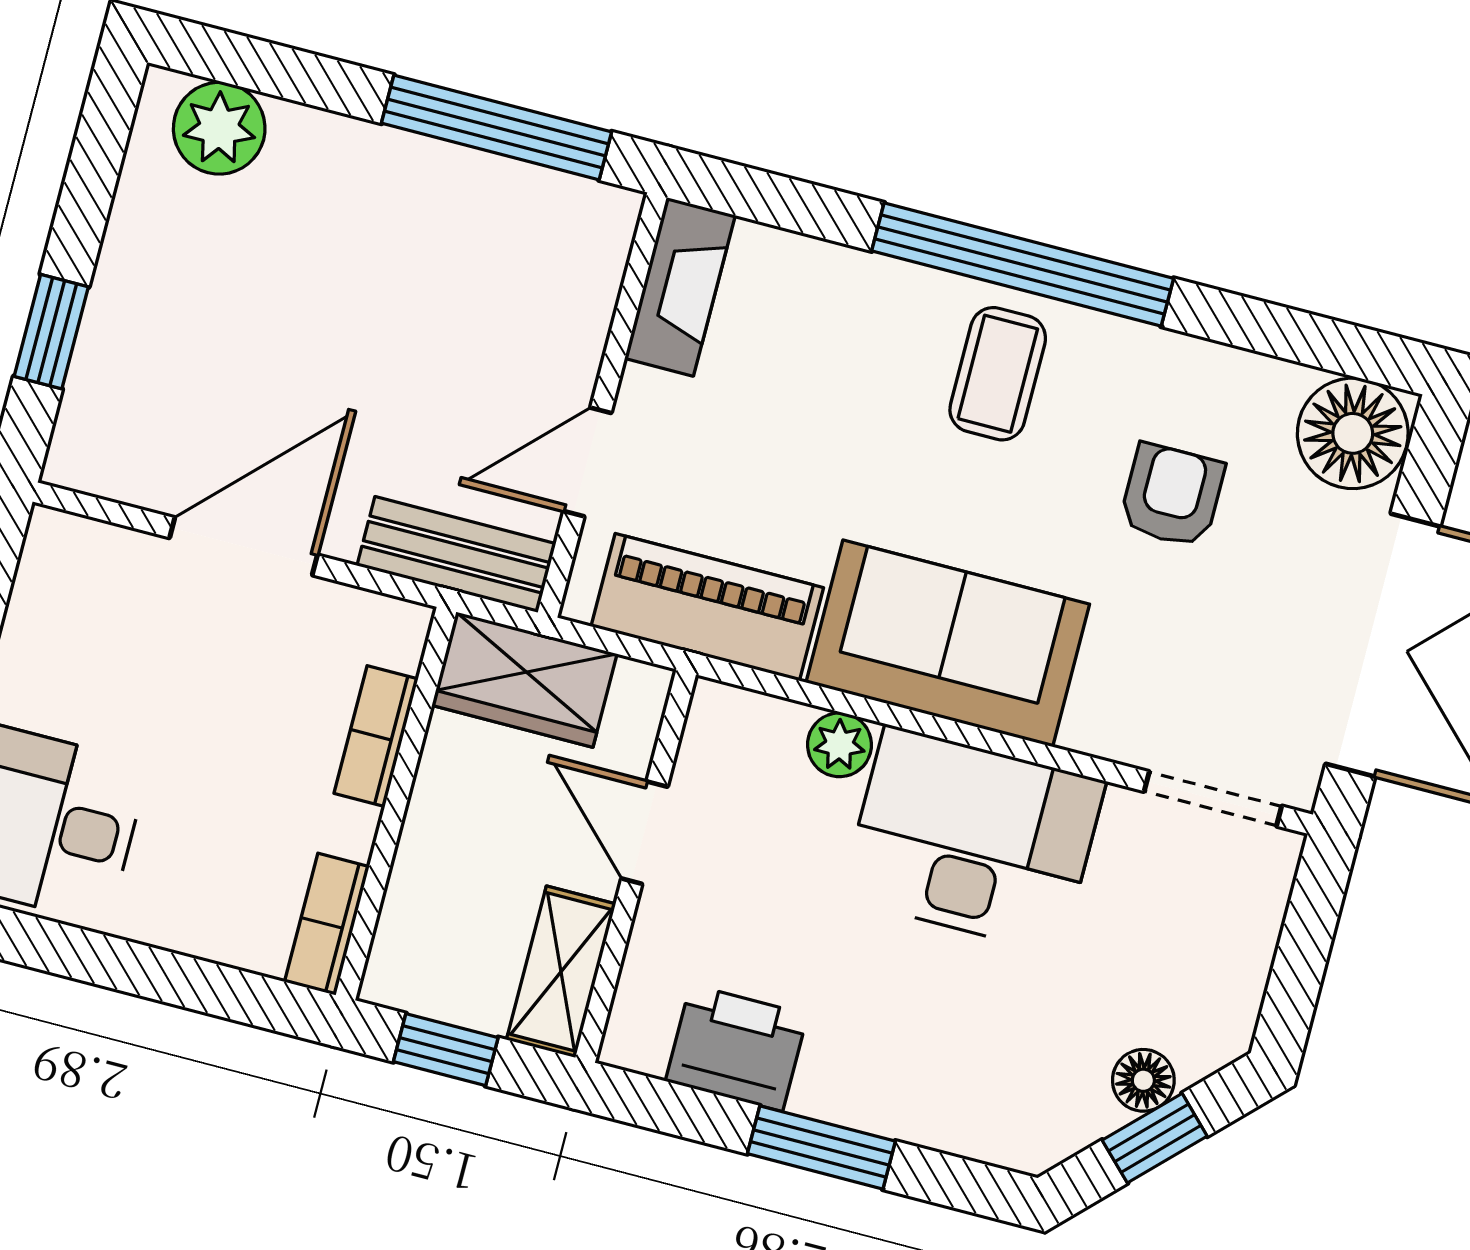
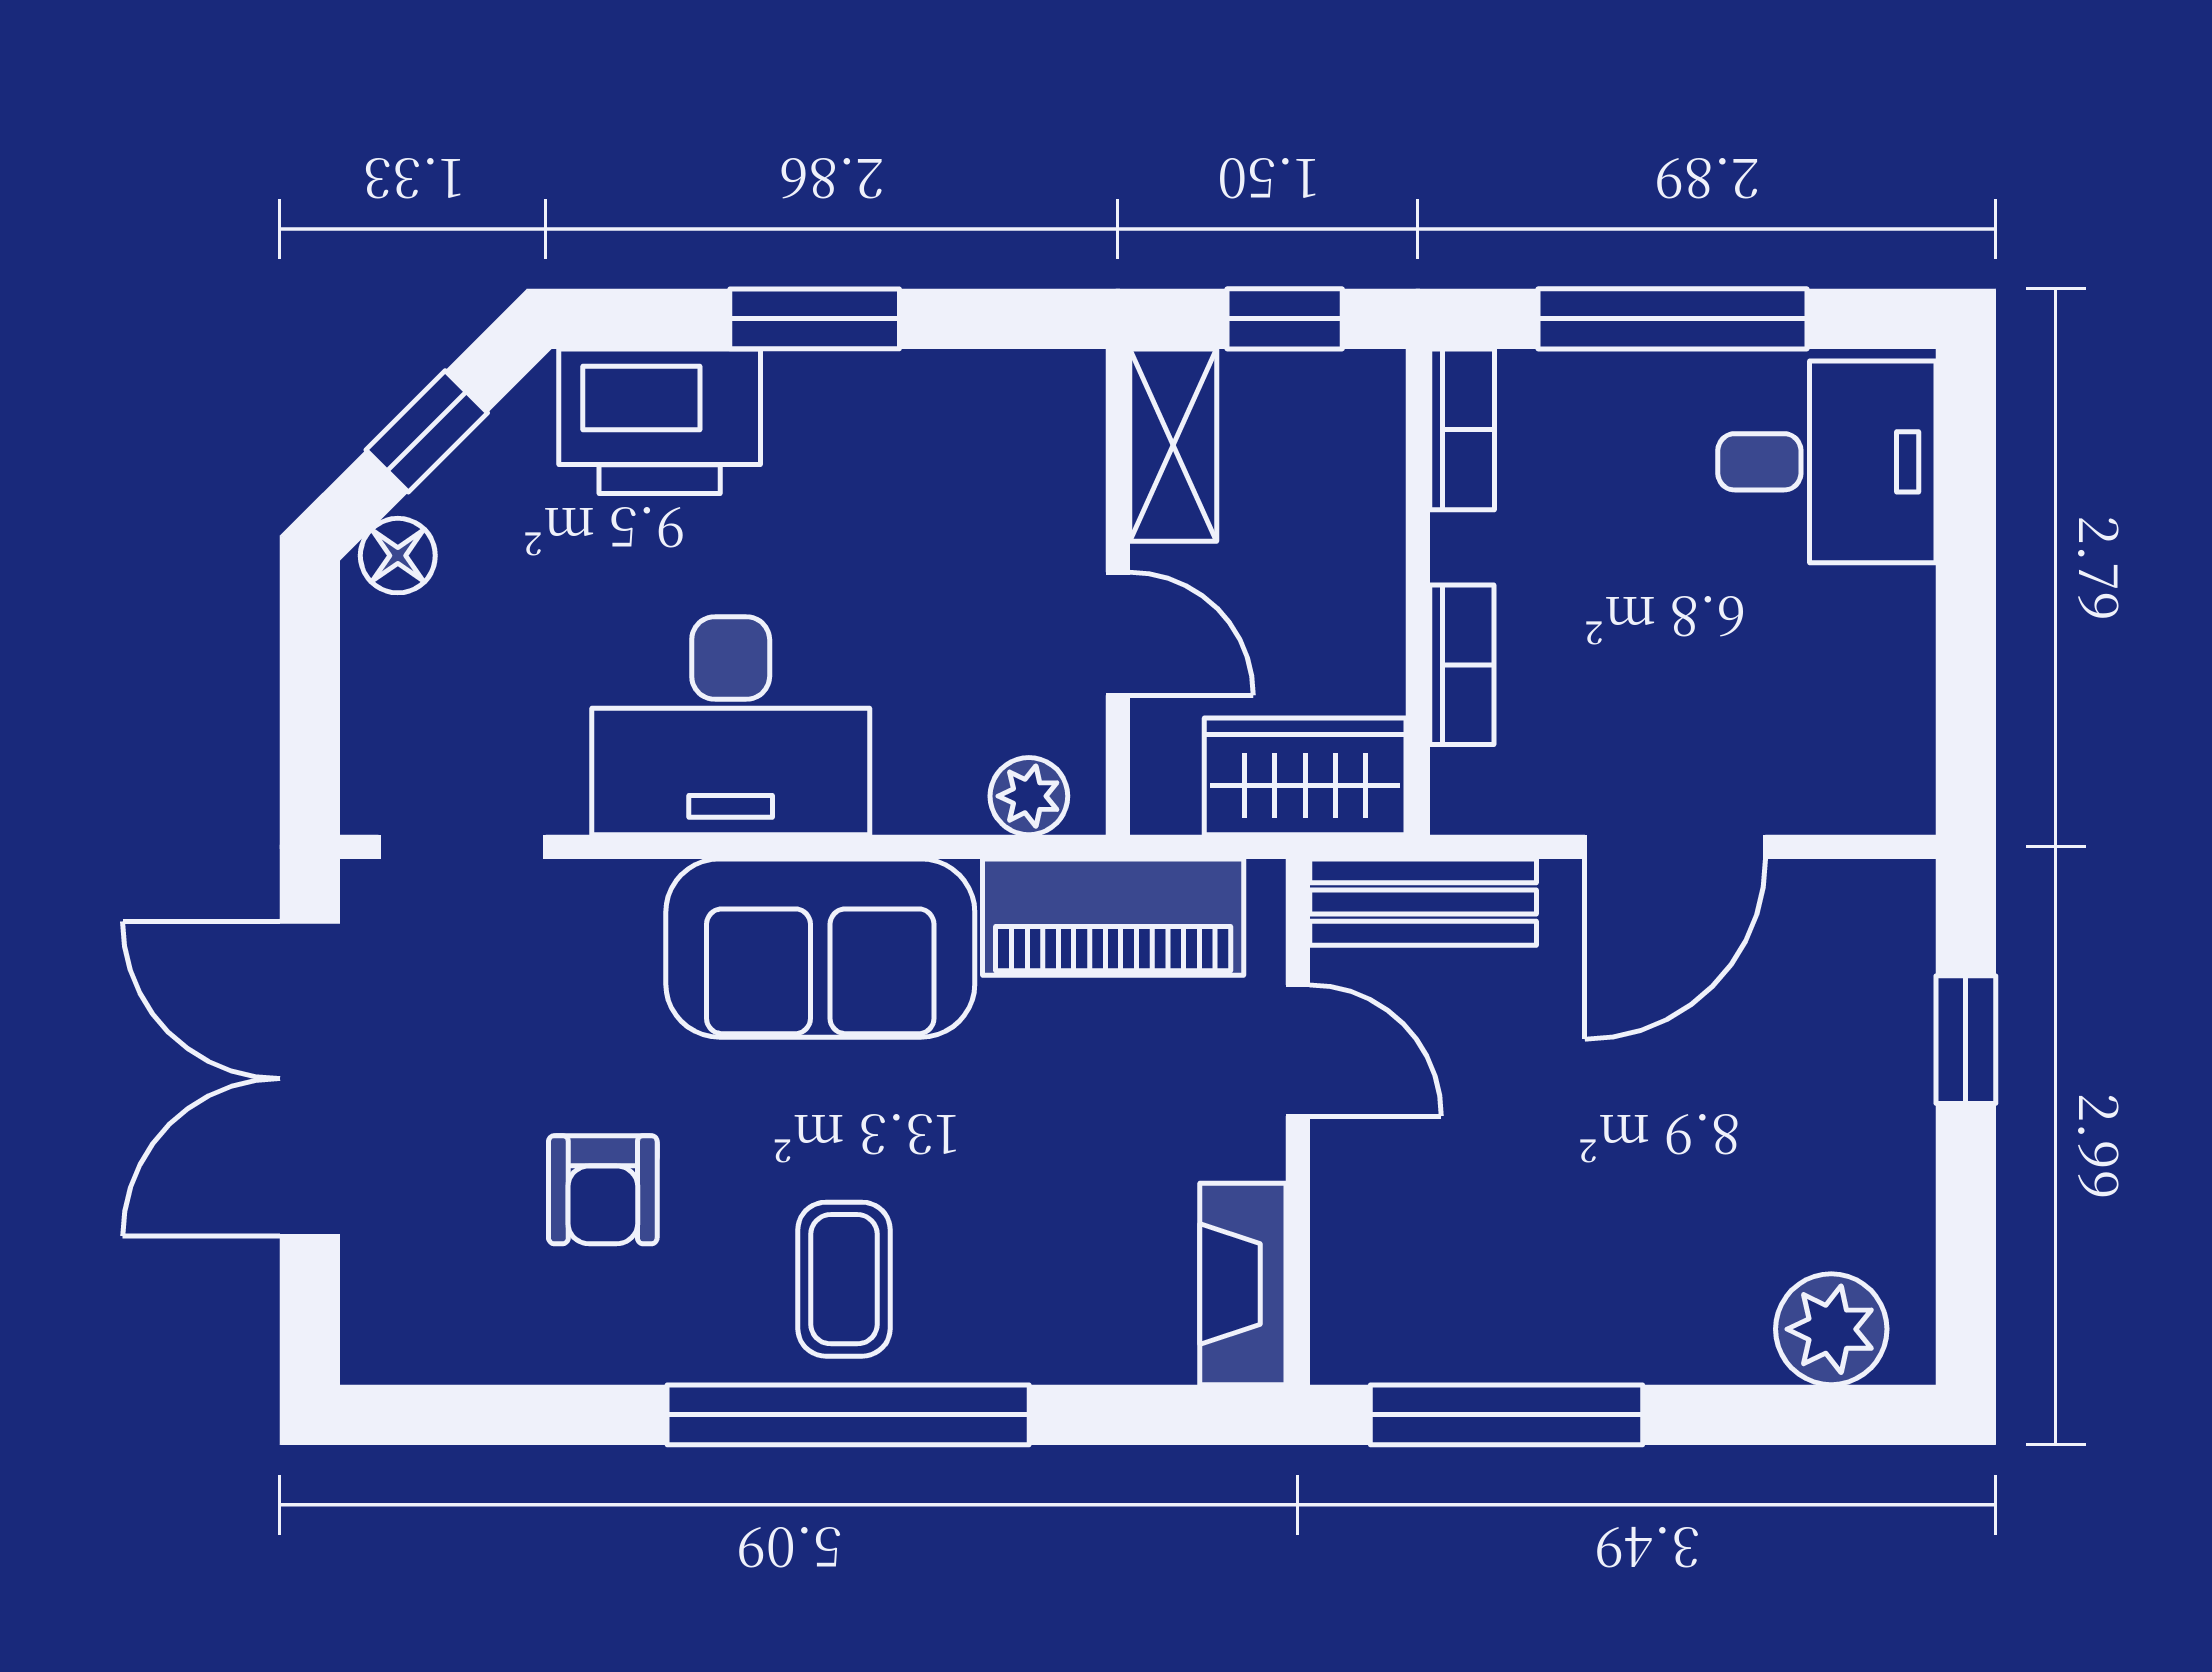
floor lamp: (1353, 433) -> (410, 1318), removed
door: (587, 462) -> (1298, 1050), hinge flipped
plant: (839, 745) -> (1029, 796), moved
window: (136, 969) -> (1673, 319), added
printer: (737, 1048) -> (660, 421), moved, width x1.37, depth x1.19
floor lamp: (1143, 1080) -> (398, 556), moved

